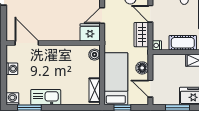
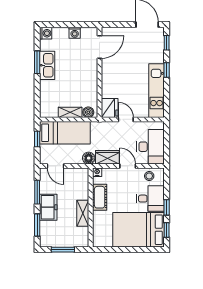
door: (150, 14) -> (128, 166), hinge flipped
floor lamp: (142, 68) -> (89, 158), moved
door: (150, 89) -> (55, 166), swing flipped
shelving: (95, 90) -> (70, 112), moved
window: (29, 108) -> (37, 62), moved

